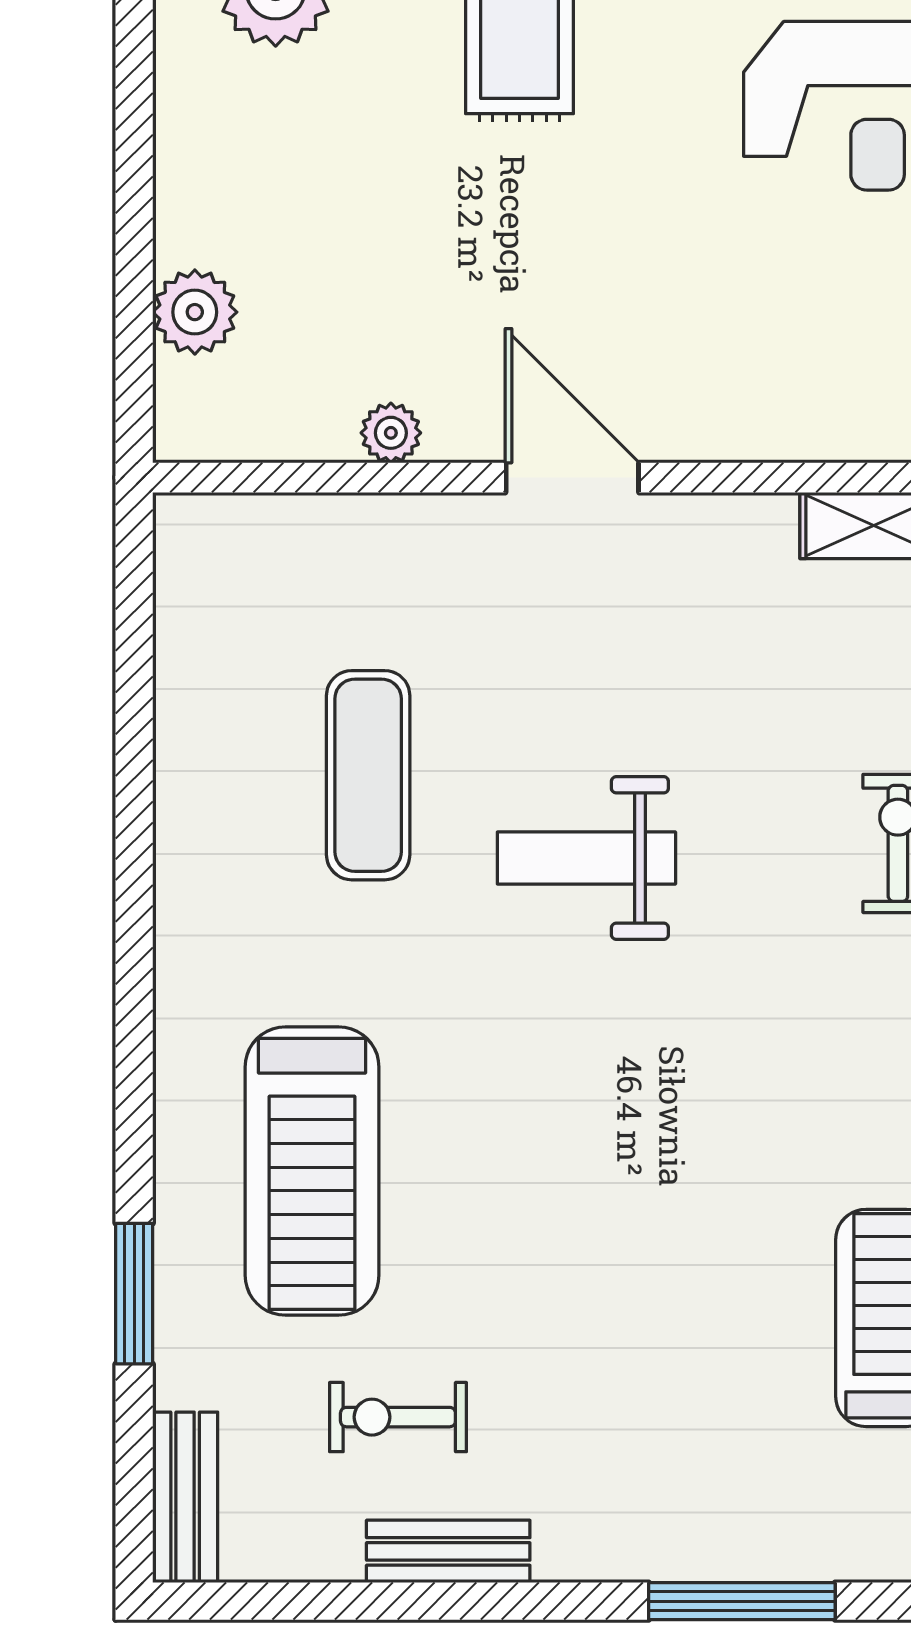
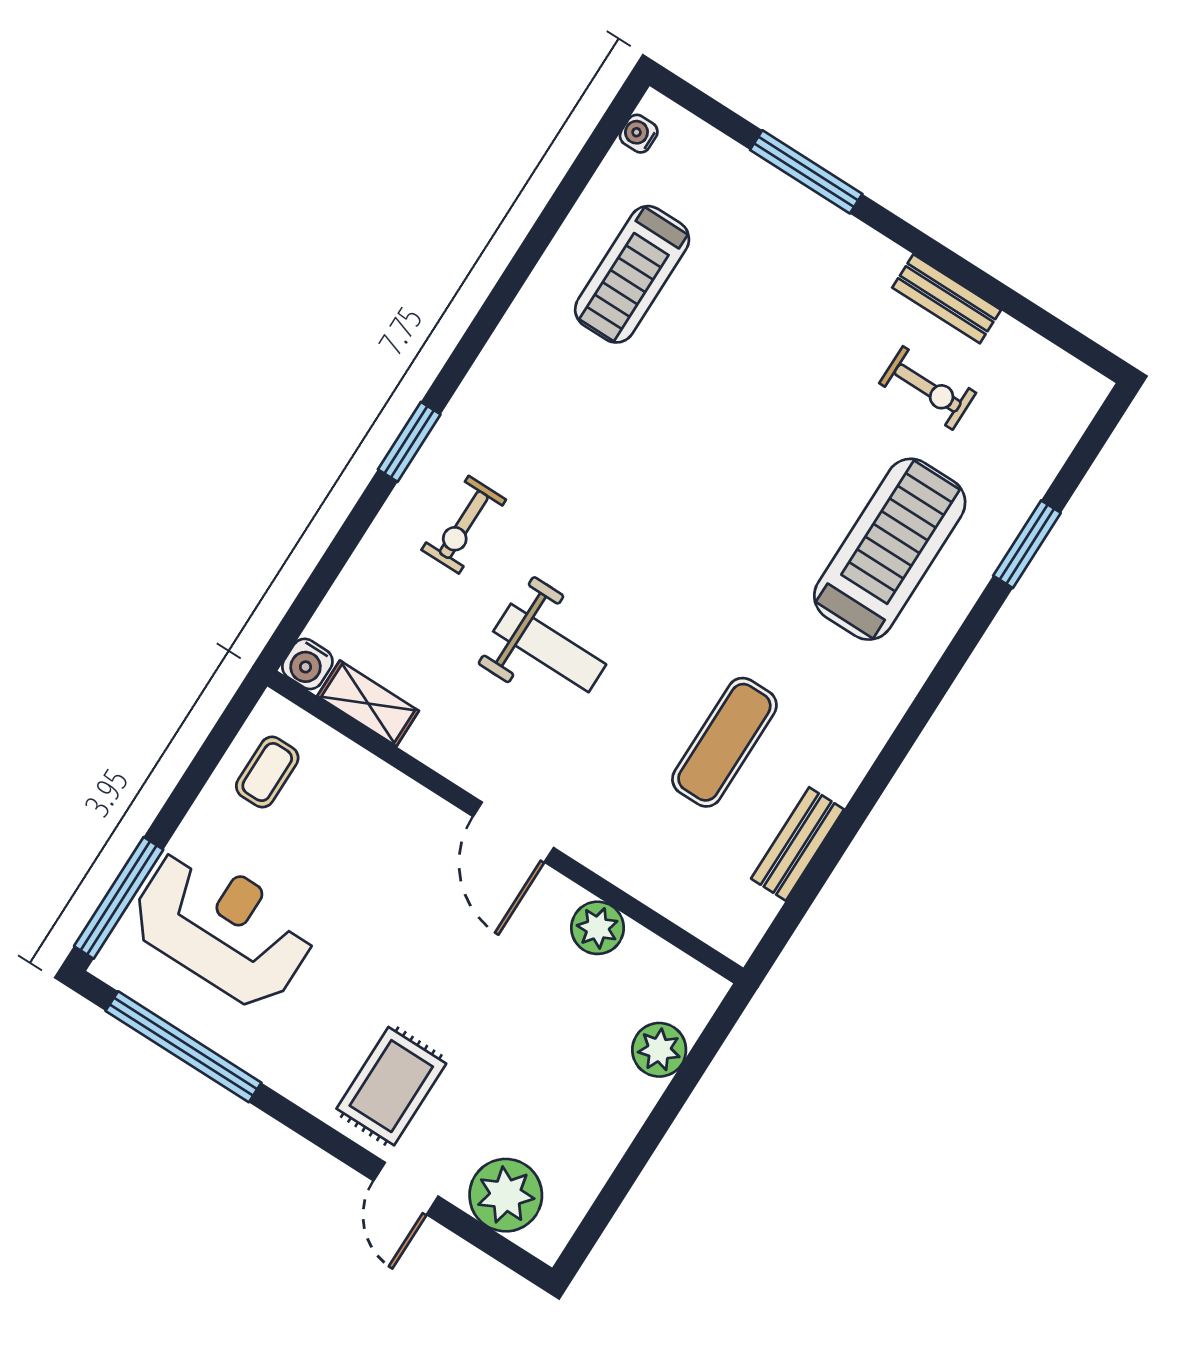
plant: (391, 433) -> (598, 928), width x1.38, depth x1.38
weight bench: (586, 858) -> (550, 648), moved
bench: (185, 1497) -> (798, 844), moved

